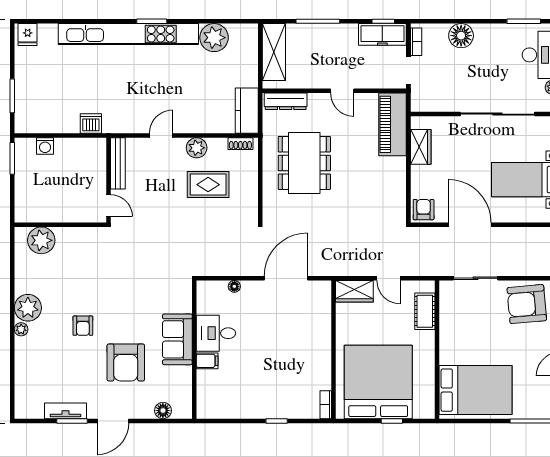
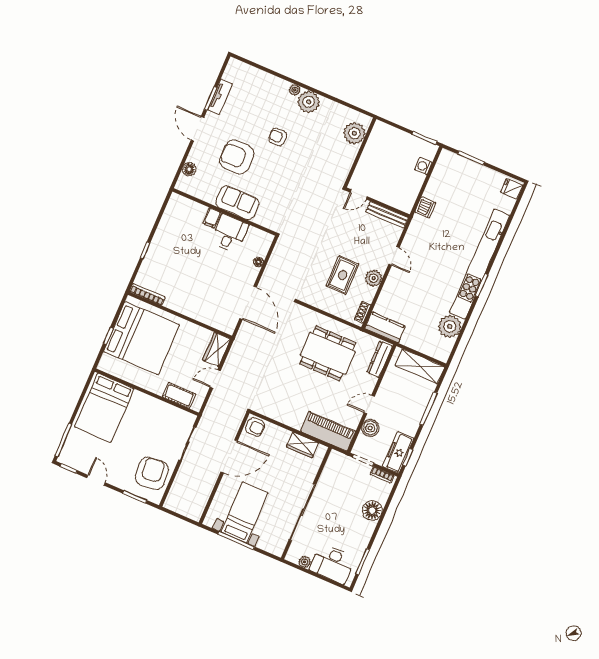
boiler: (368, 78) -> (370, 428), added
bookcase: (326, 405) -> (147, 294), width x1.56

